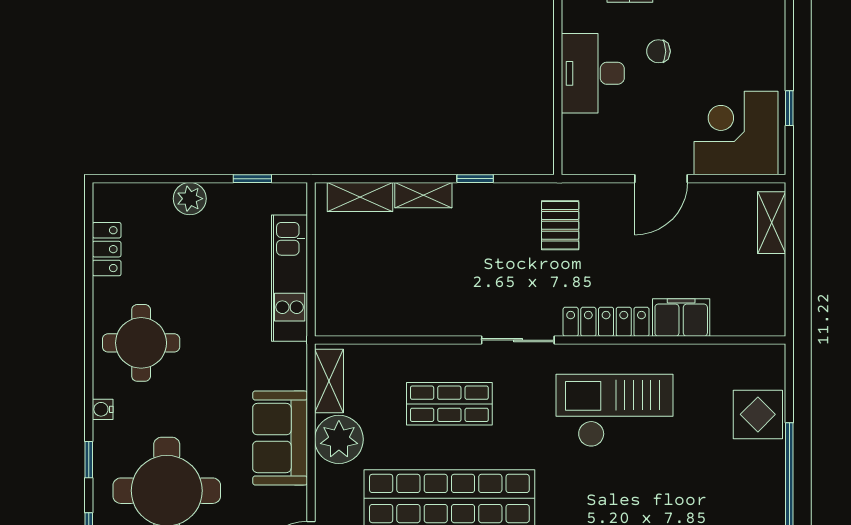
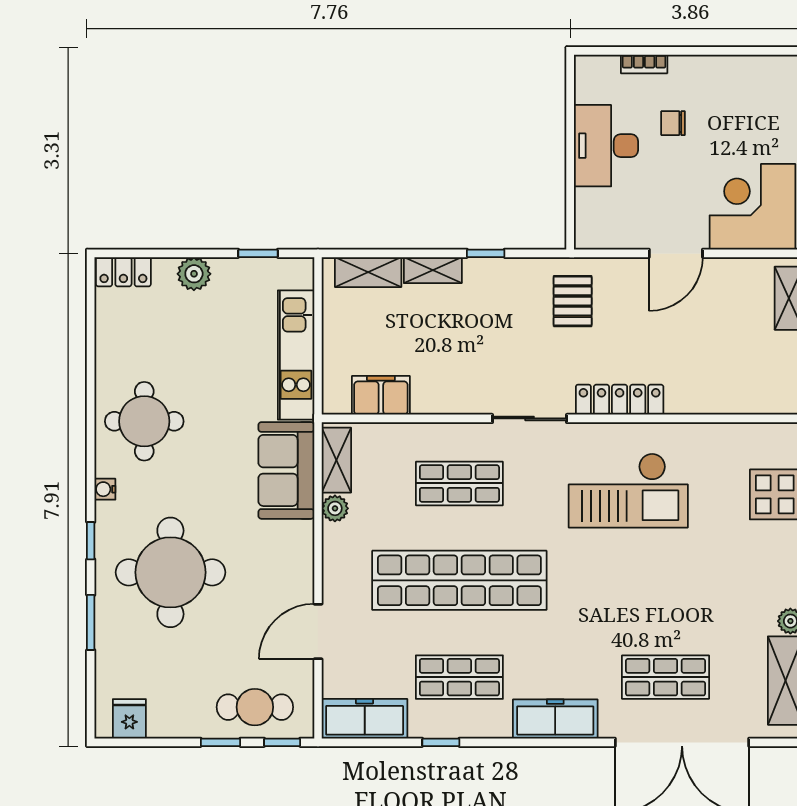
locker: (107, 249) -> (123, 272), moved, turned 90
filing cabinet: (681, 317) -> (381, 395), moved
checkout: (615, 410) -> (628, 490), turned 180
sofa: (280, 438) -> (286, 470), moved
plant: (339, 439) -> (335, 508), width x0.53, depth x0.53

